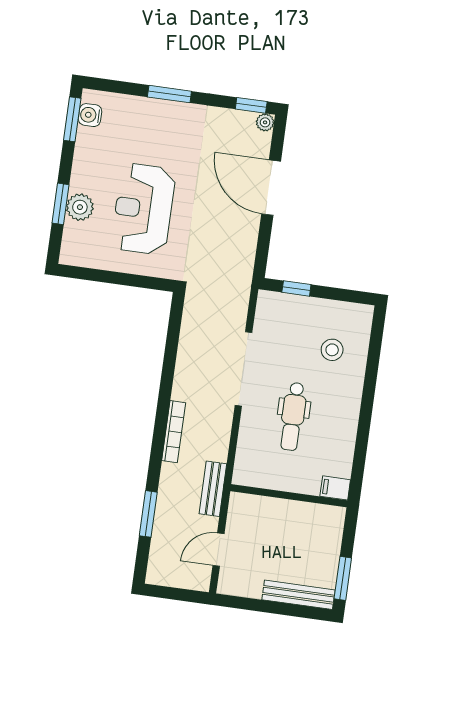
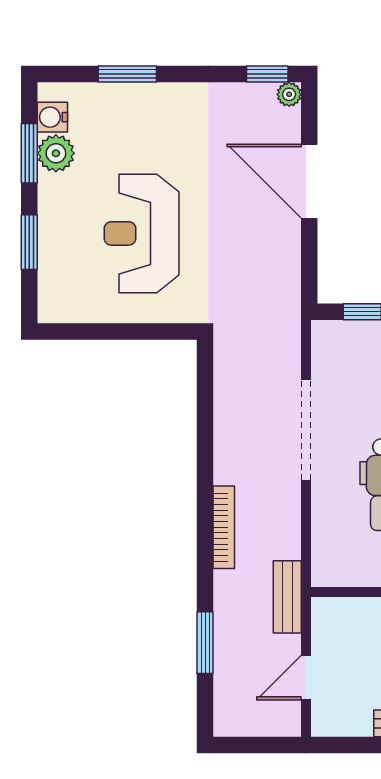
window: (169, 94) -> (127, 74), moved
window: (72, 119) -> (29, 153), moved
plant: (80, 207) -> (56, 153), moved

